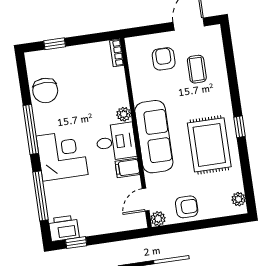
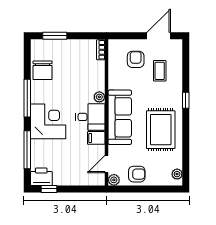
window: (55, 44) -> (55, 36), width x1.50
window: (240, 127) -> (186, 100), moved

